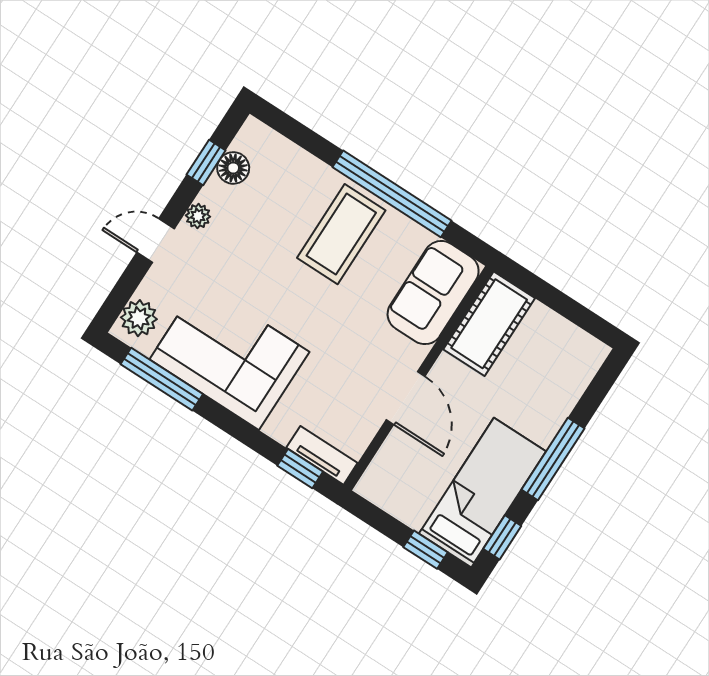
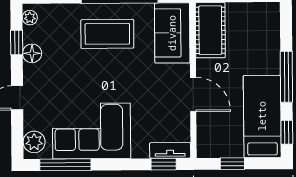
floor lamp: (233, 168) -> (32, 53), moved
plant: (198, 216) -> (30, 18), moved
coffee table: (341, 234) -> (107, 34), turned 90
window: (425, 550) -> (232, 164), moved

